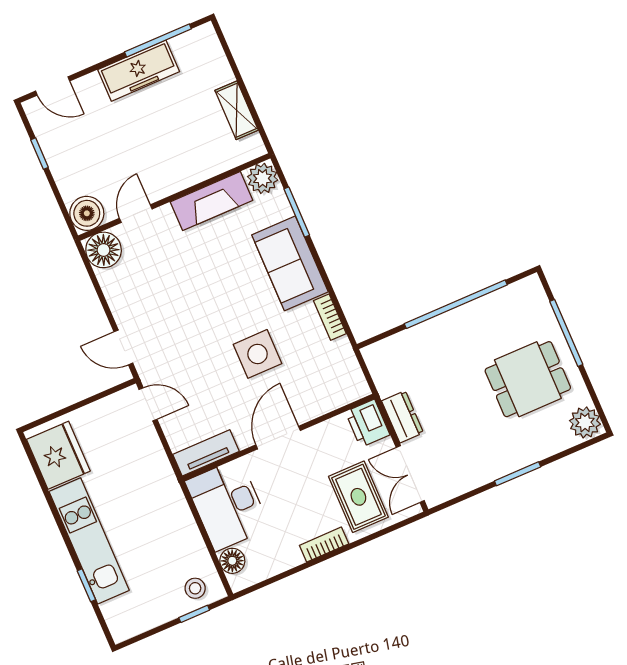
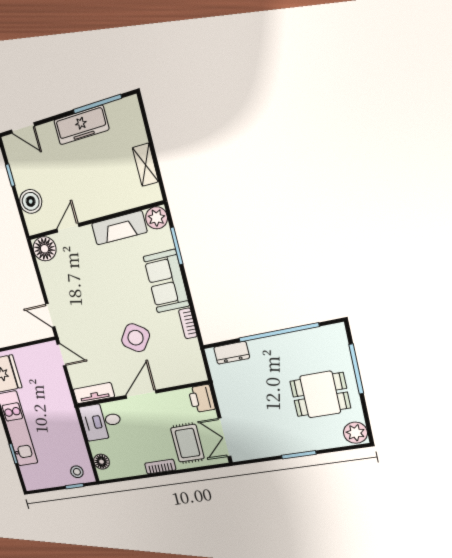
boiler: (87, 213) -> (31, 201), moved
side table: (258, 354) -> (136, 338), turned 35
dresser: (403, 417) -> (232, 353), moved, turned 90
desk: (227, 505) -> (101, 421), width x0.73

